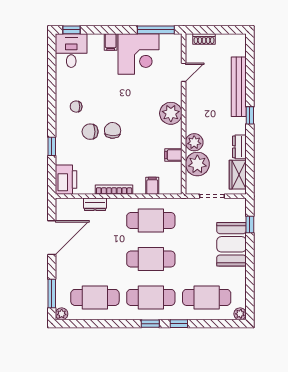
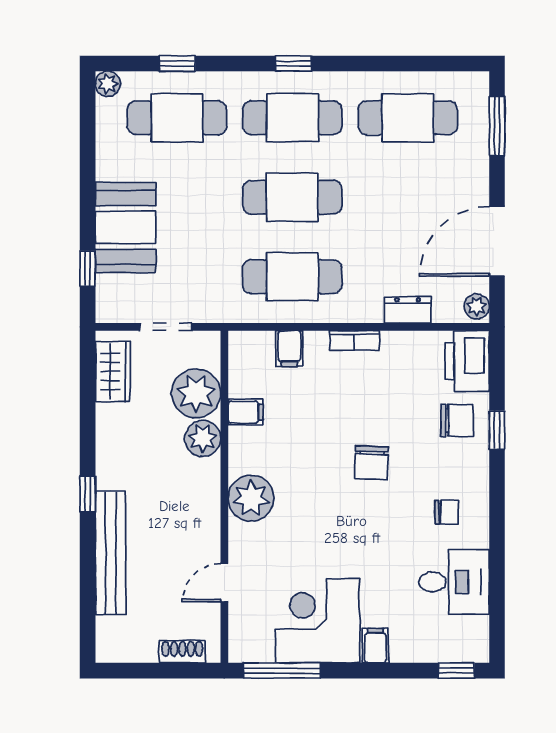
desk: (71, 51) -> (454, 582), moved, turned -90
chair: (90, 132) -> (457, 420), moved
dresser: (239, 147) -> (109, 429), removed
bookcase: (114, 190) -> (354, 340), width x0.64
plant: (62, 314) -> (477, 306), moved
window: (179, 324) -> (177, 63), moved

